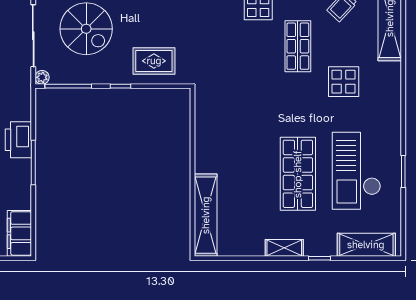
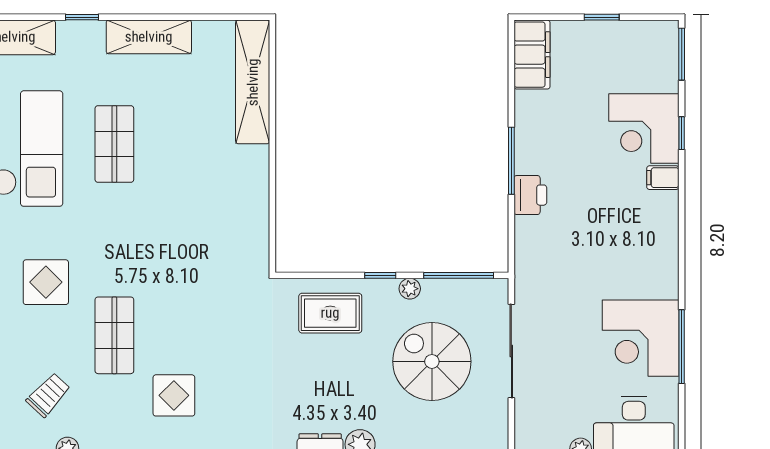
plant: (42, 77) -> (410, 289), moved
printer: (18, 140) -> (530, 195), width x0.73, depth x0.84
shop shelf: (298, 174) -> (114, 144), width x0.70, depth x0.74
shelving: (284, 248) -> (149, 37), width x1.50, depth x1.33

